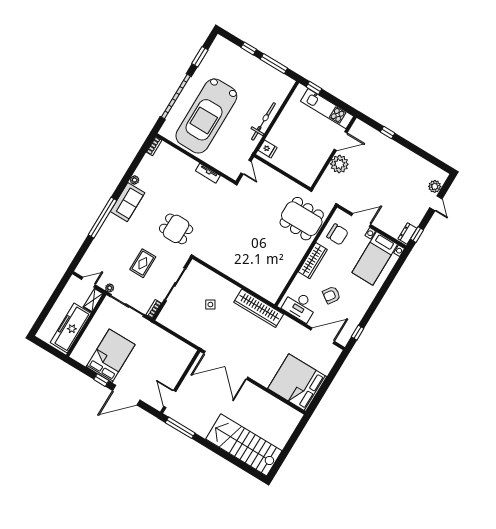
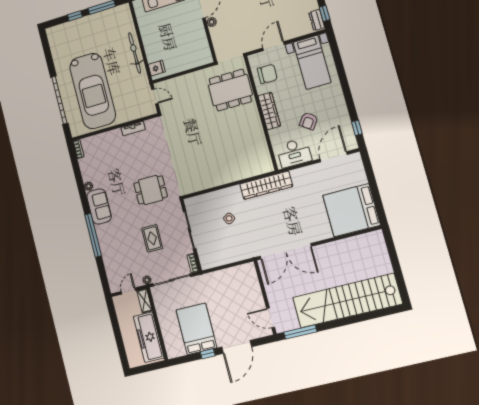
window: (200, 57) -> (49, 57), removed
plant: (339, 164) -> (212, 22), width x0.53, depth x0.53
stairs: (244, 445) -> (347, 301), width x1.36

